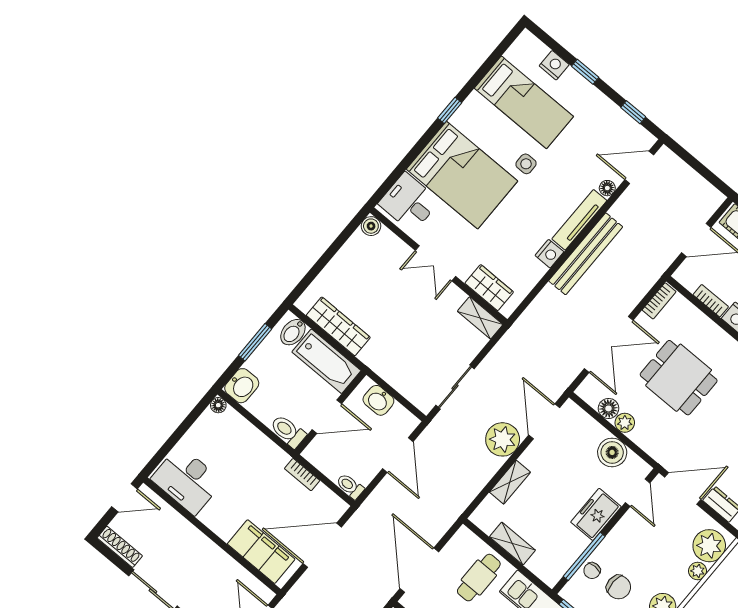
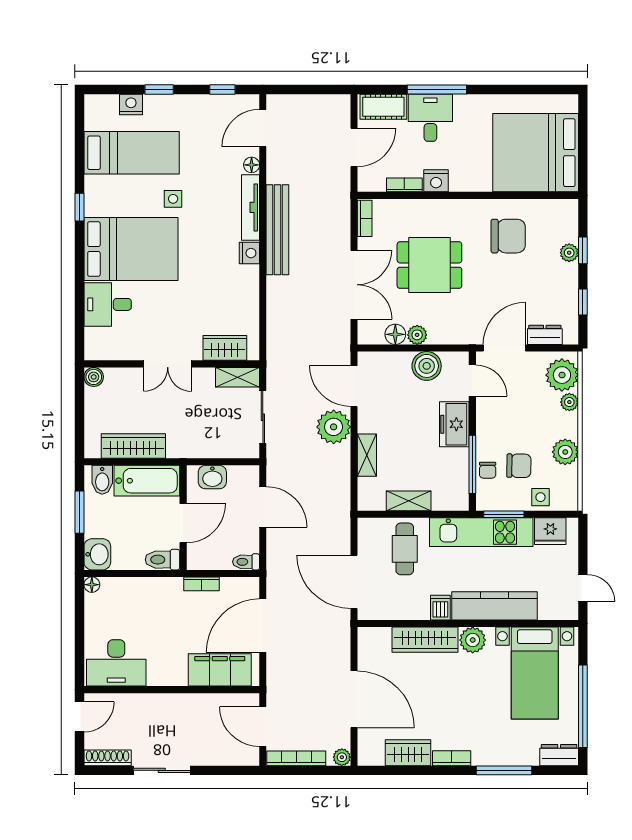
boiler: (371, 226) -> (94, 377), moved
double door: (436, 263) -> (168, 364), moved
wall: (439, 266) -> (172, 364), moved
wardrobe: (489, 288) -> (225, 348), moved
shelving: (480, 318) -> (237, 377), moved

